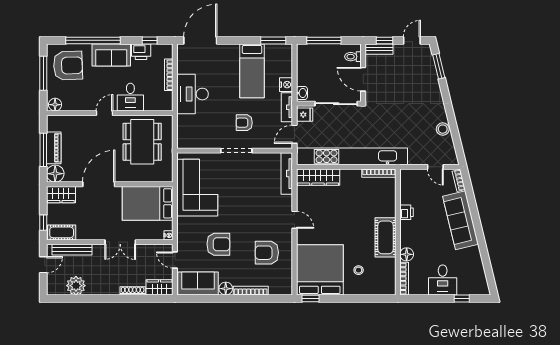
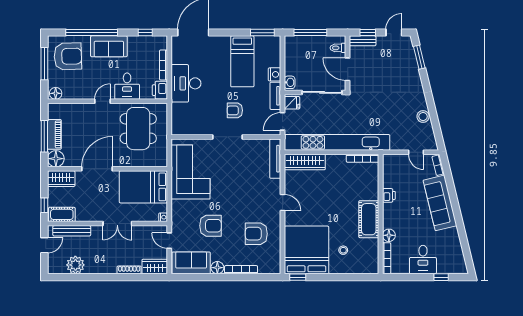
printer: (141, 52) -> (160, 90), moved, turned 90

